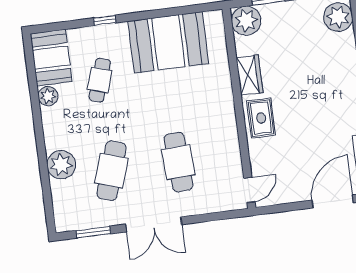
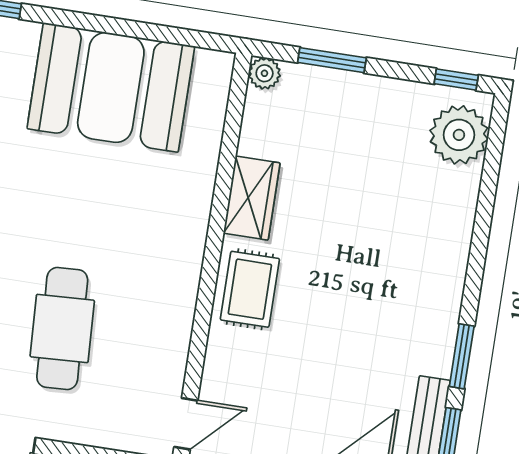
plant: (246, 21) -> (264, 73), width x0.53, depth x0.53

